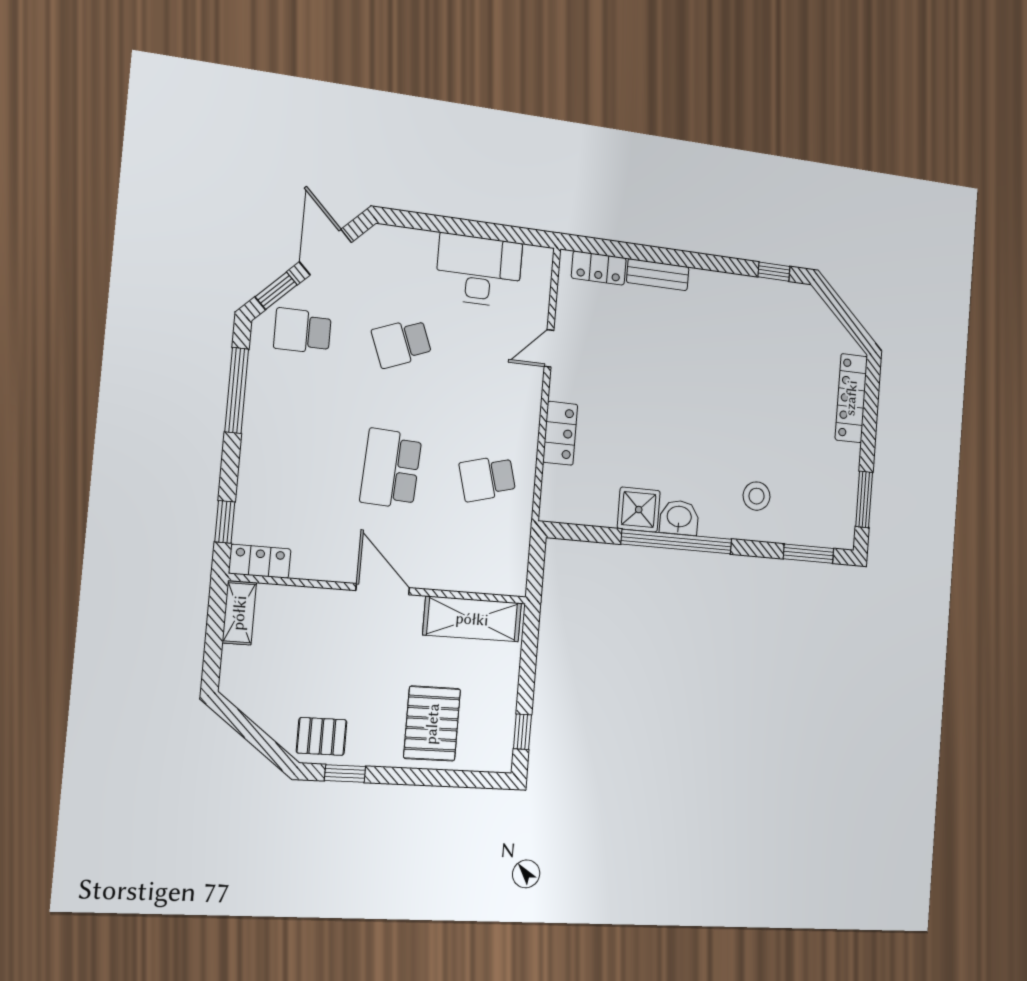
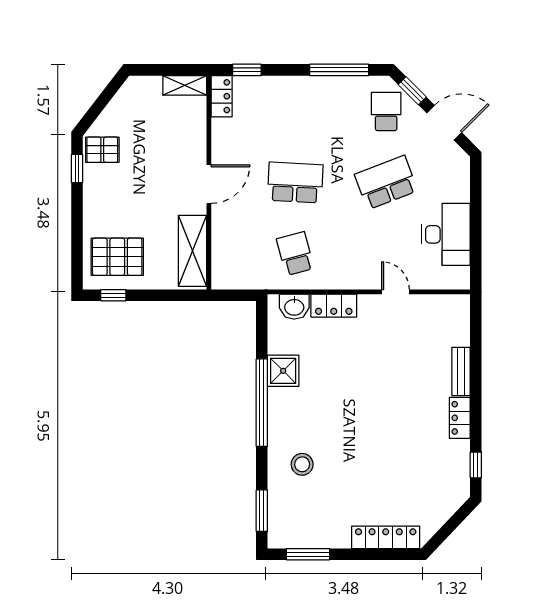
locker: (599, 268) -> (460, 418), moved
school desk: (402, 343) -> (386, 183), width x1.85
washbasin: (679, 518) -> (294, 307), moved, turned 90
pallet: (432, 724) -> (117, 257), moved
pallet: (322, 736) -> (102, 150), turned 90

